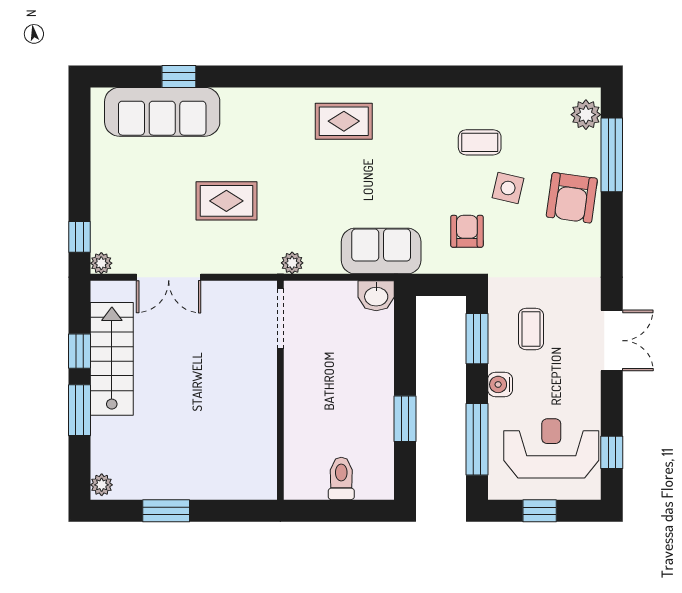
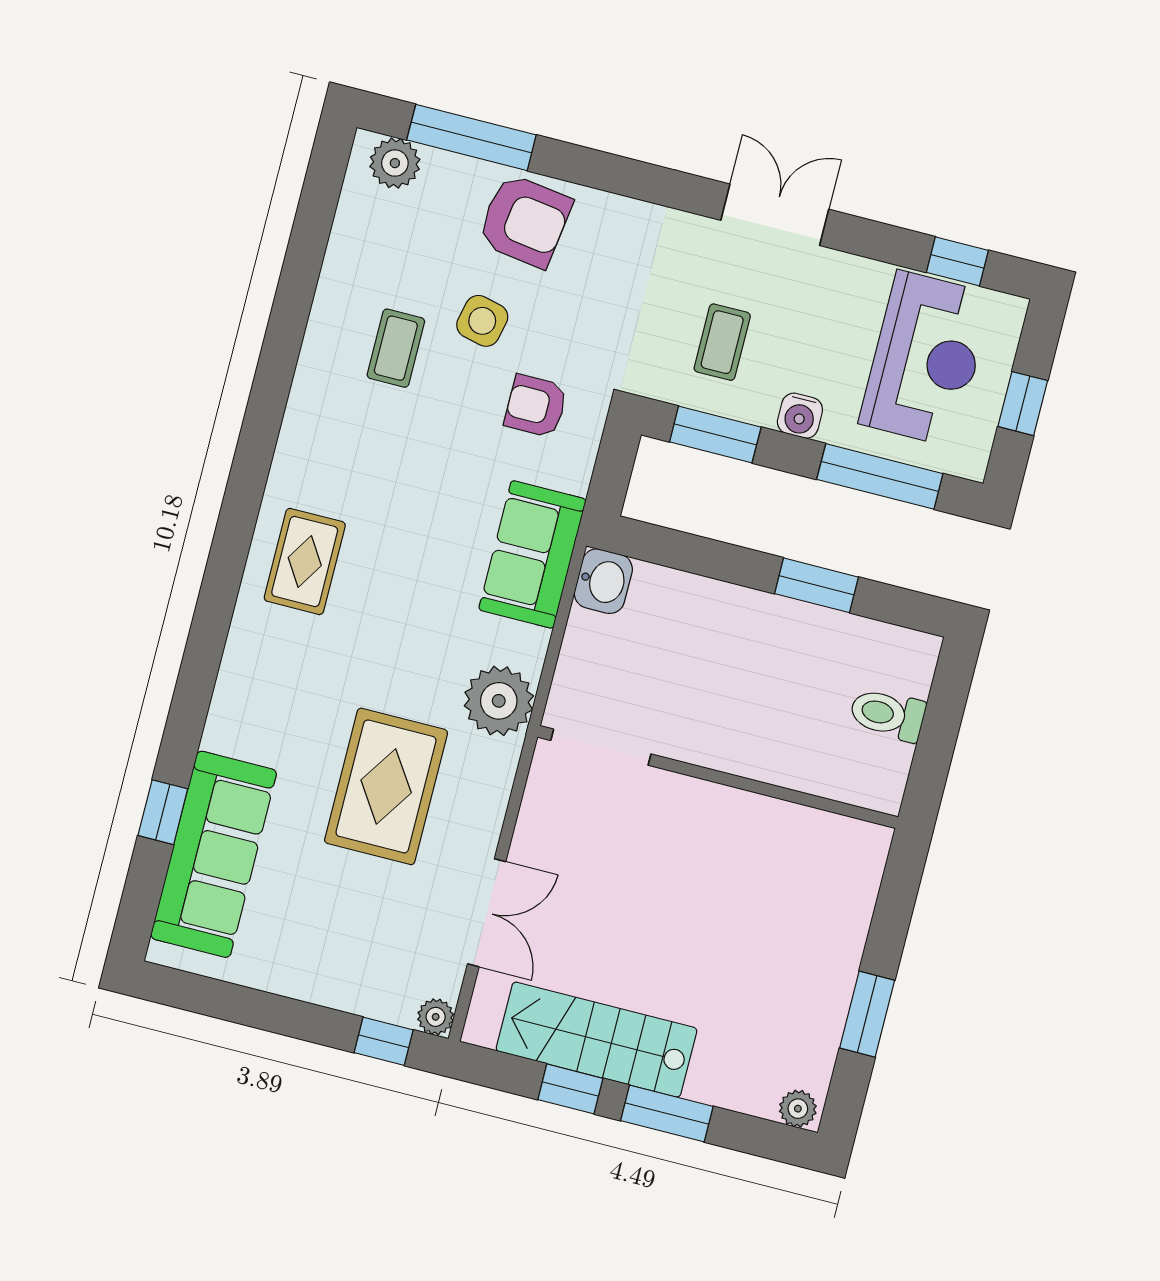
rug: (226, 201) -> (386, 786), width x1.36, depth x1.43
plant: (292, 263) -> (499, 701), width x1.87, depth x1.87
coffee table: (531, 329) -> (722, 342), turned 90
reception desk: (551, 448) -> (926, 359), turned 180

